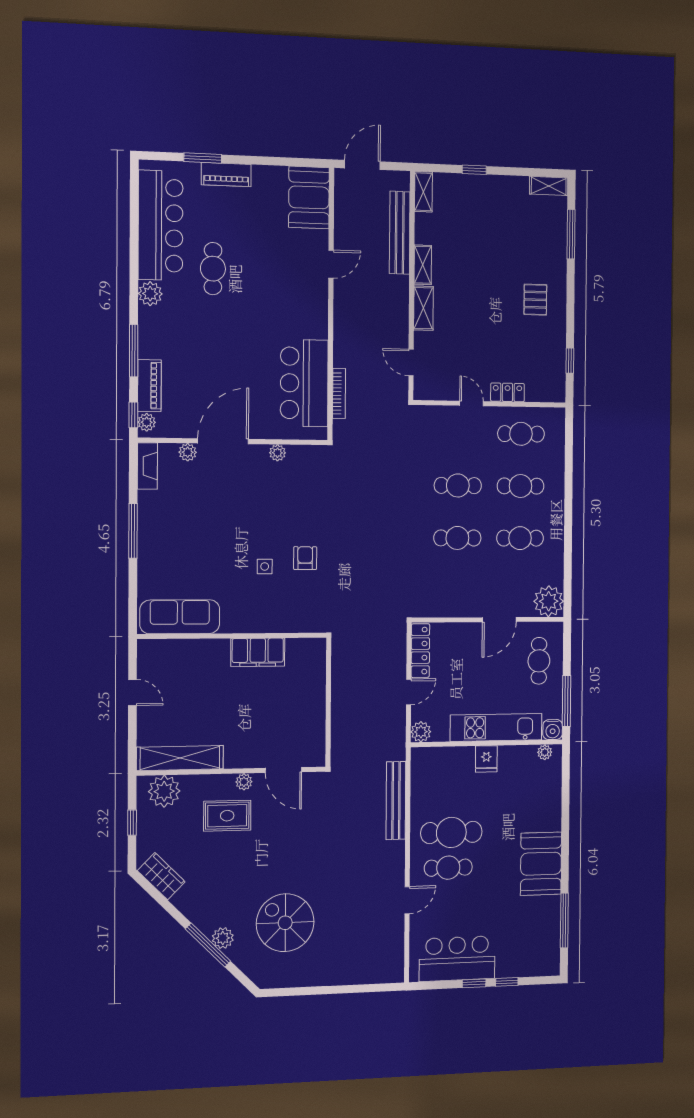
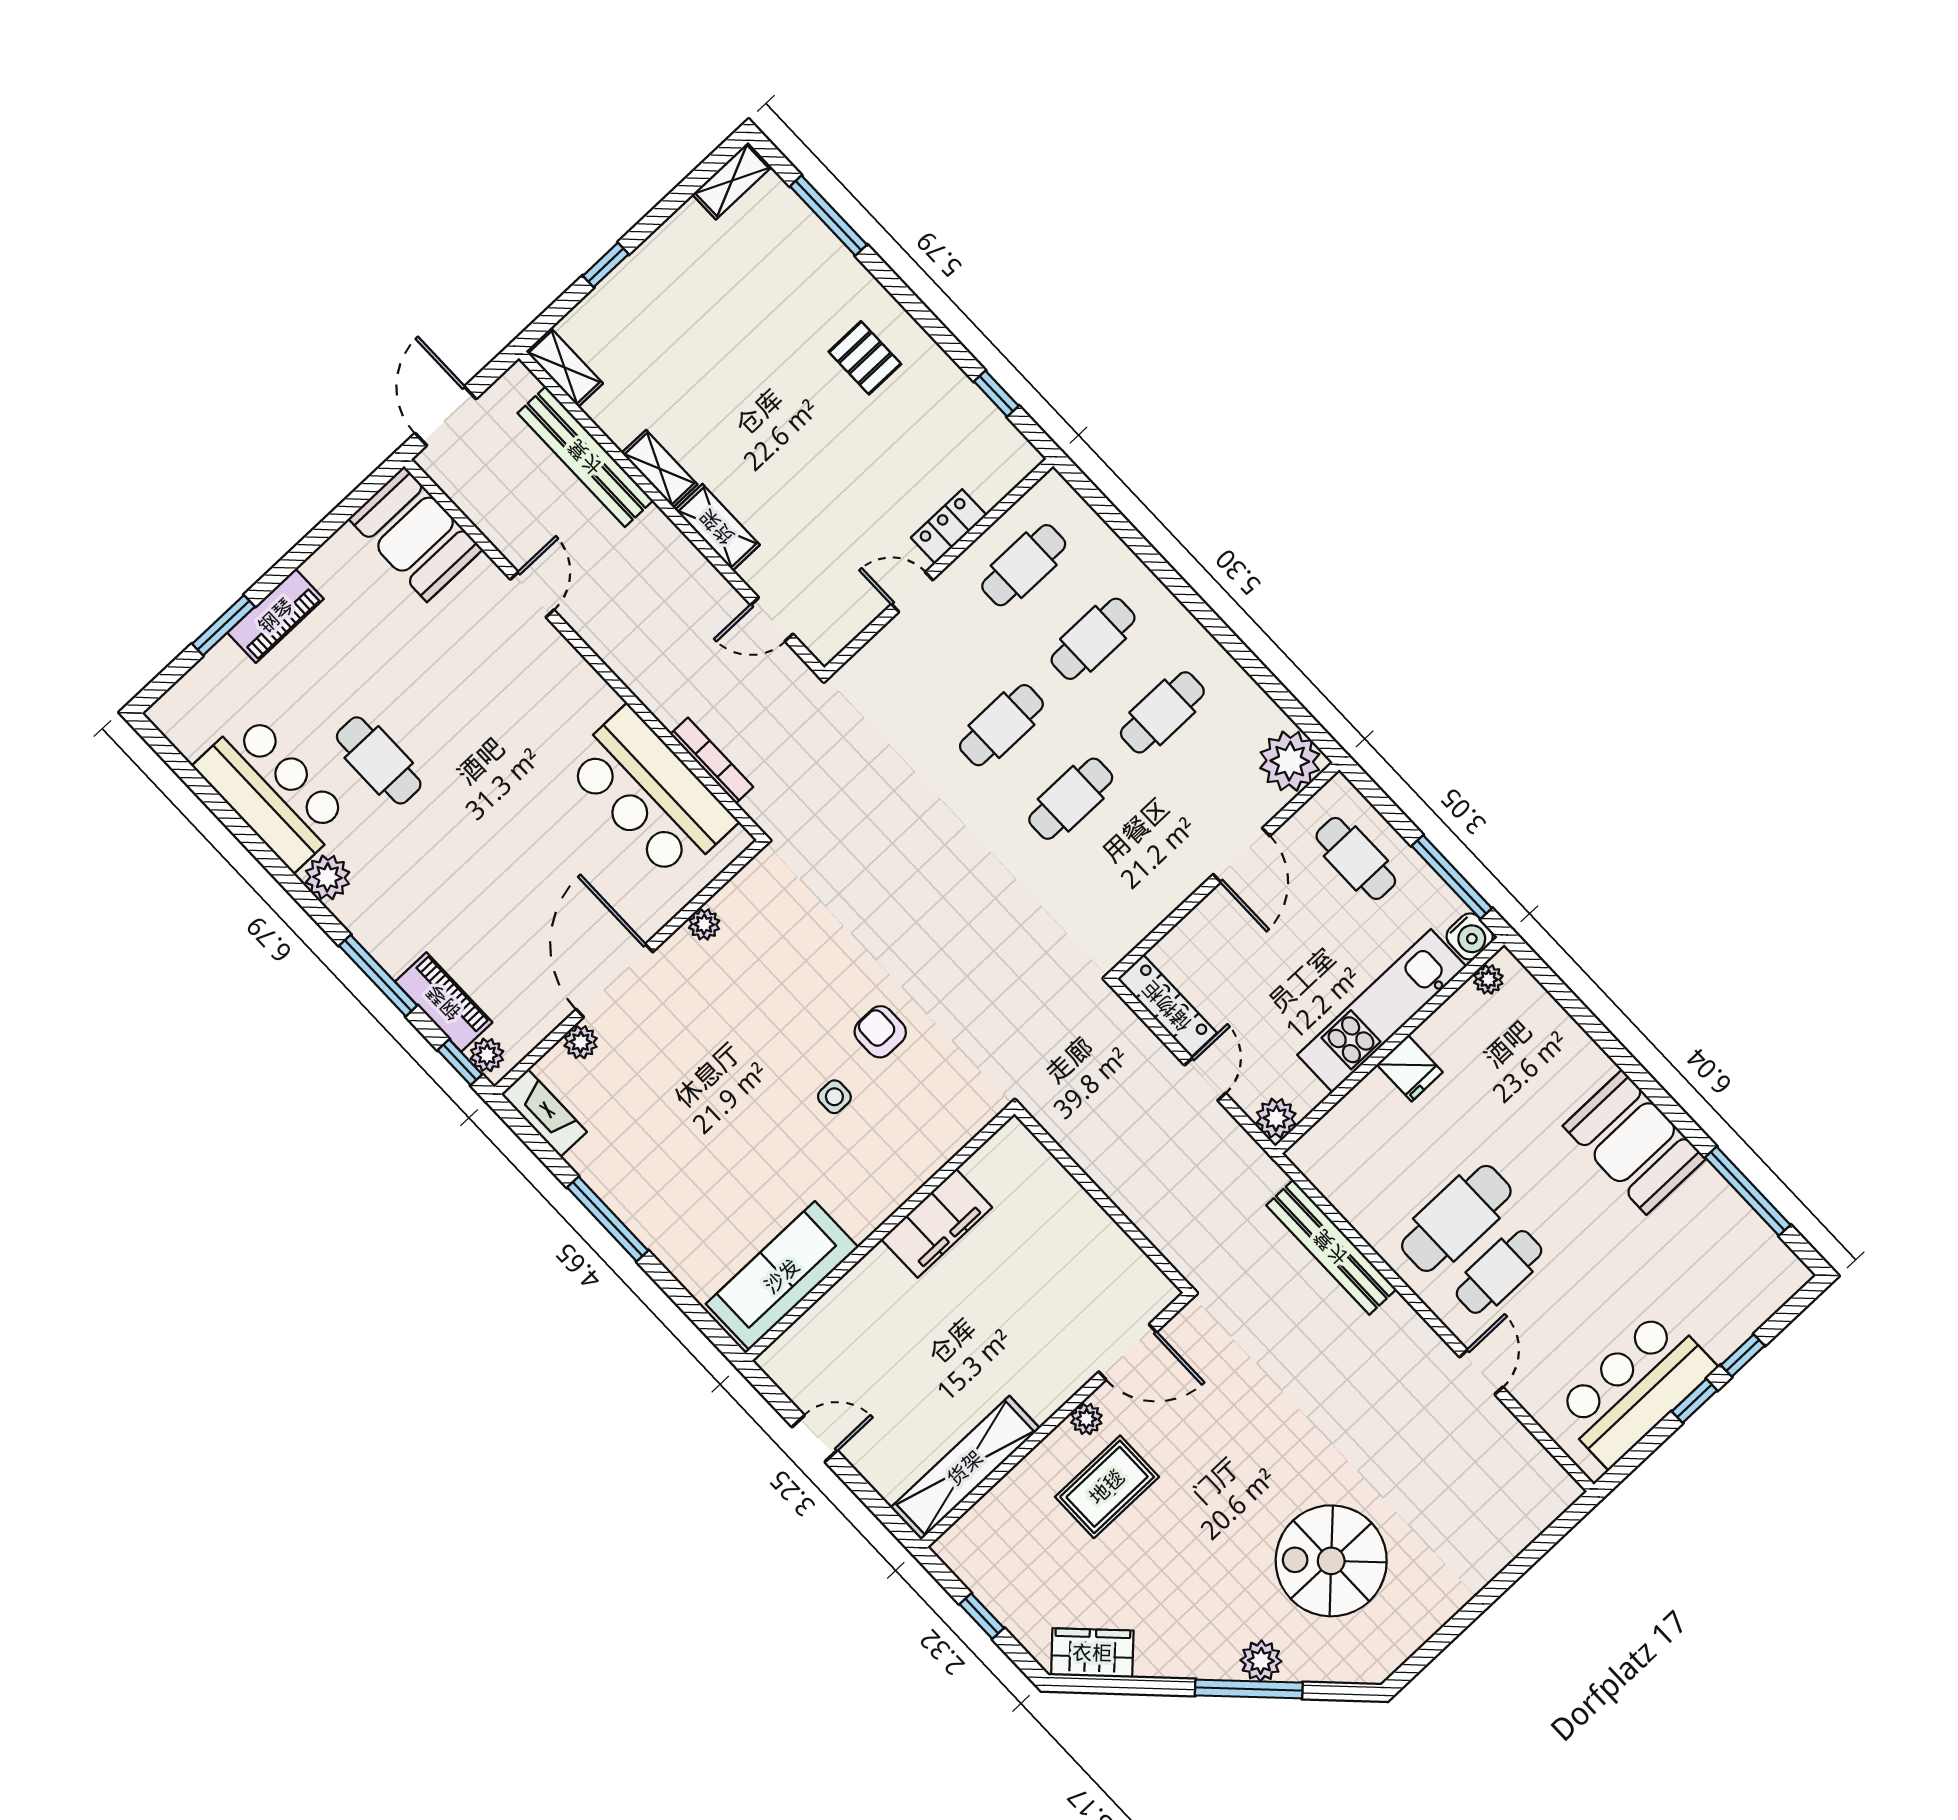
bar counter: (161, 225) -> (273, 792), width x0.73
plant: (164, 791) -> (986, 1533), removed

